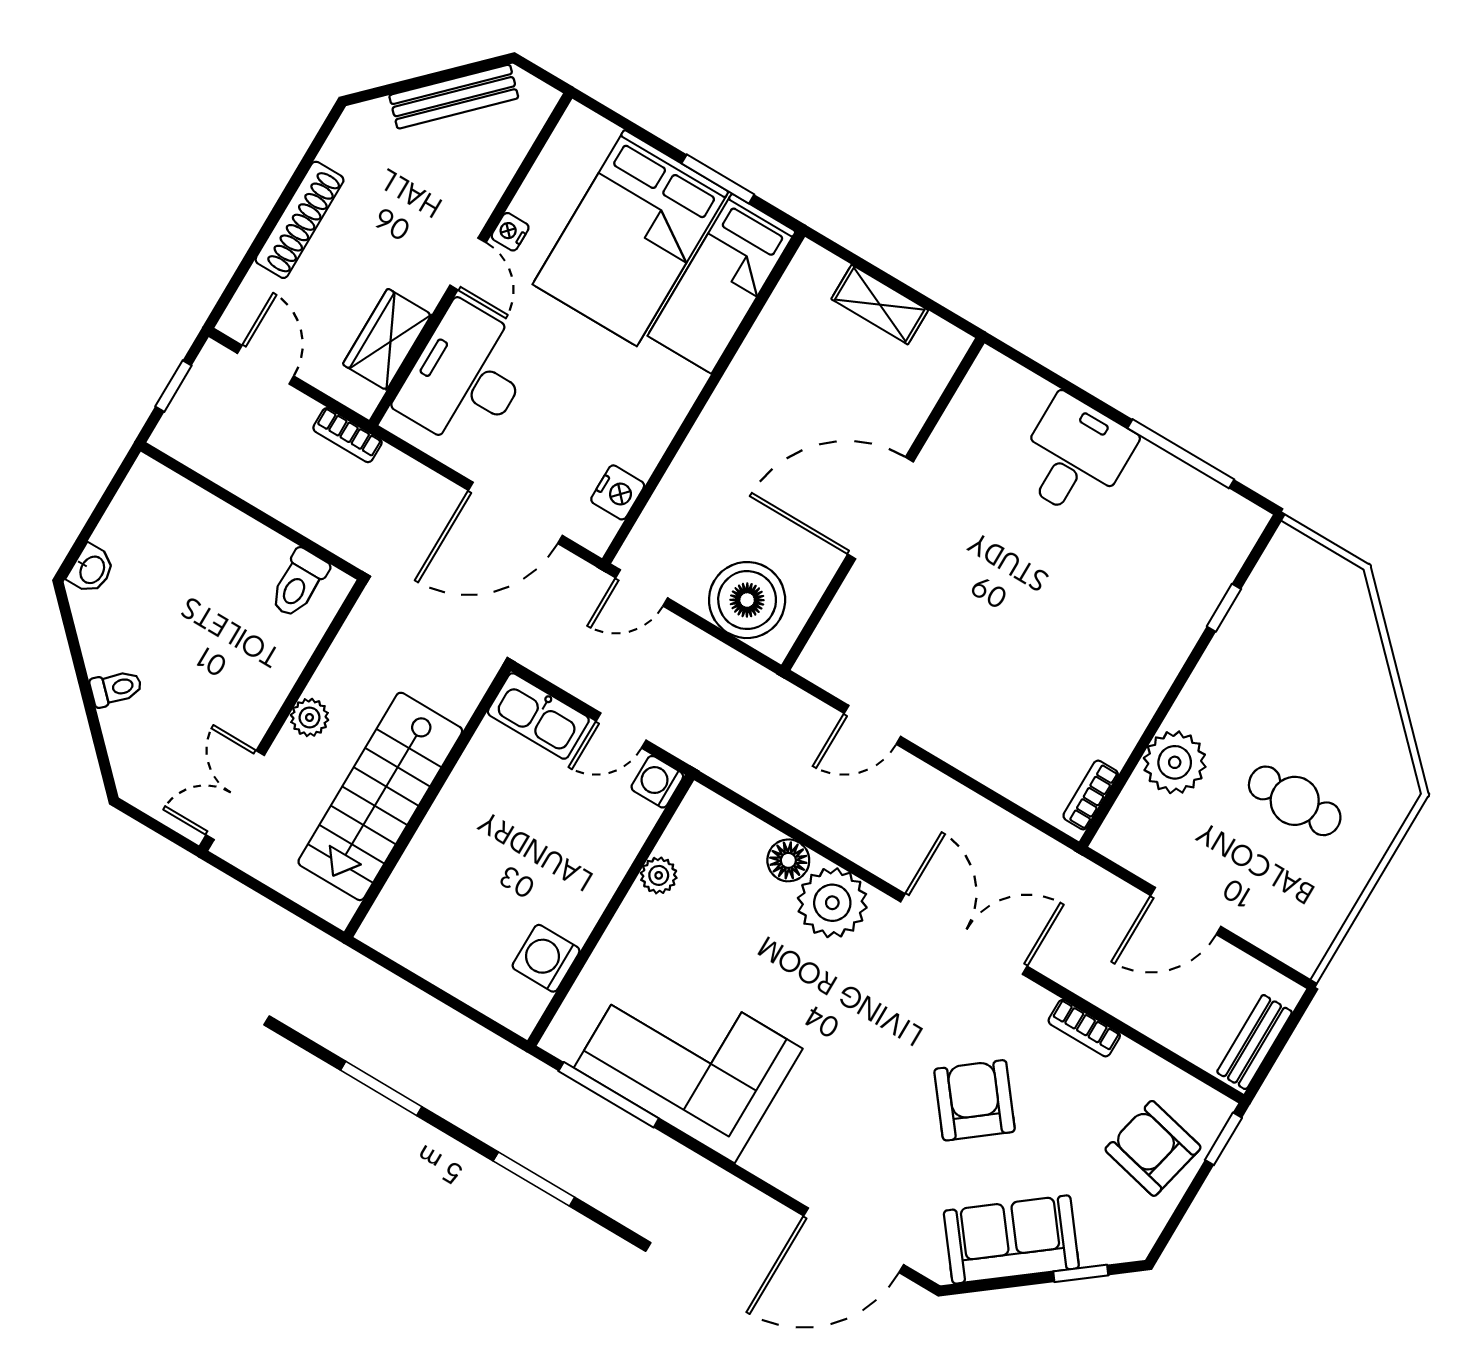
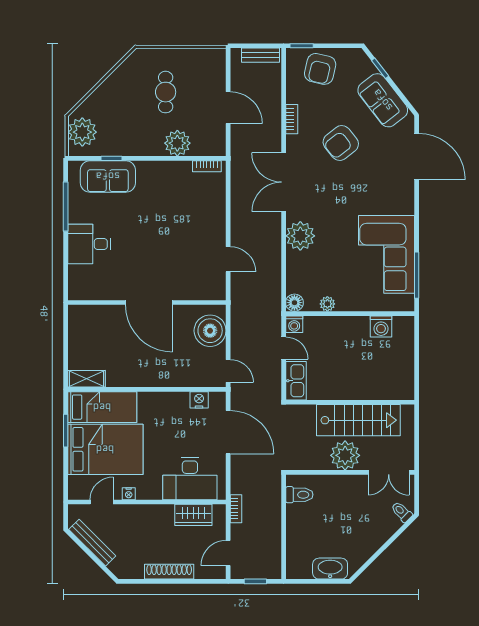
door: (468, 264) -> (102, 502), moved
shelving: (880, 305) -> (86, 379), moved, turned 90
washbasin: (91, 569) -> (330, 569), width x1.91, depth x1.45
sofa: (1191, 578) -> (108, 176), added
plant: (1314, 580) -> (82, 132), added
toilet: (116, 688) -> (402, 512), moved
plant: (310, 717) -> (345, 455), width x1.87, depth x1.87
floor lamp: (788, 860) -> (294, 303), moved

